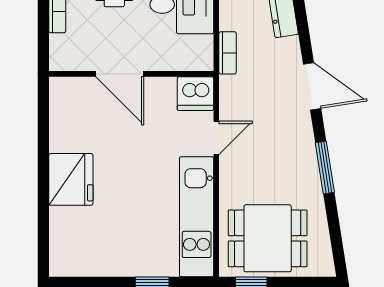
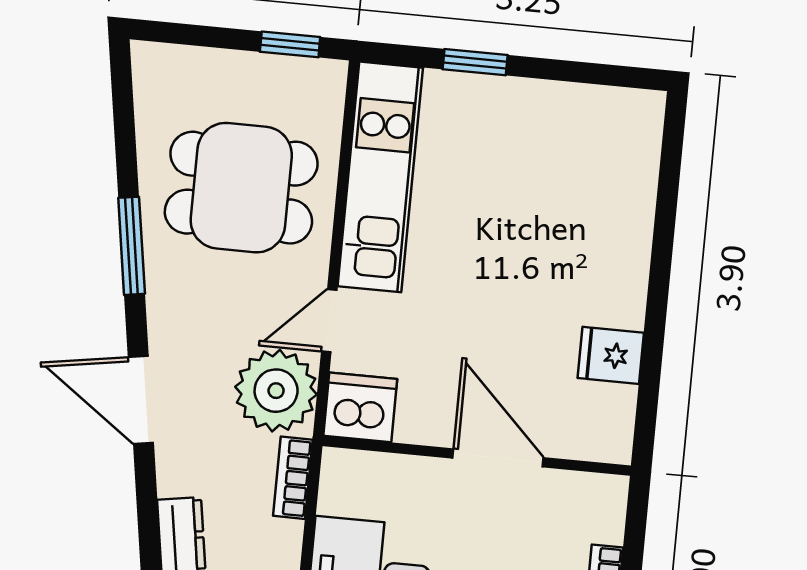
plant: (241, 98) -> (276, 391), added
fridge: (71, 179) -> (611, 355), moved, width x0.53, depth x0.75
dining table: (268, 238) -> (241, 188), moved

